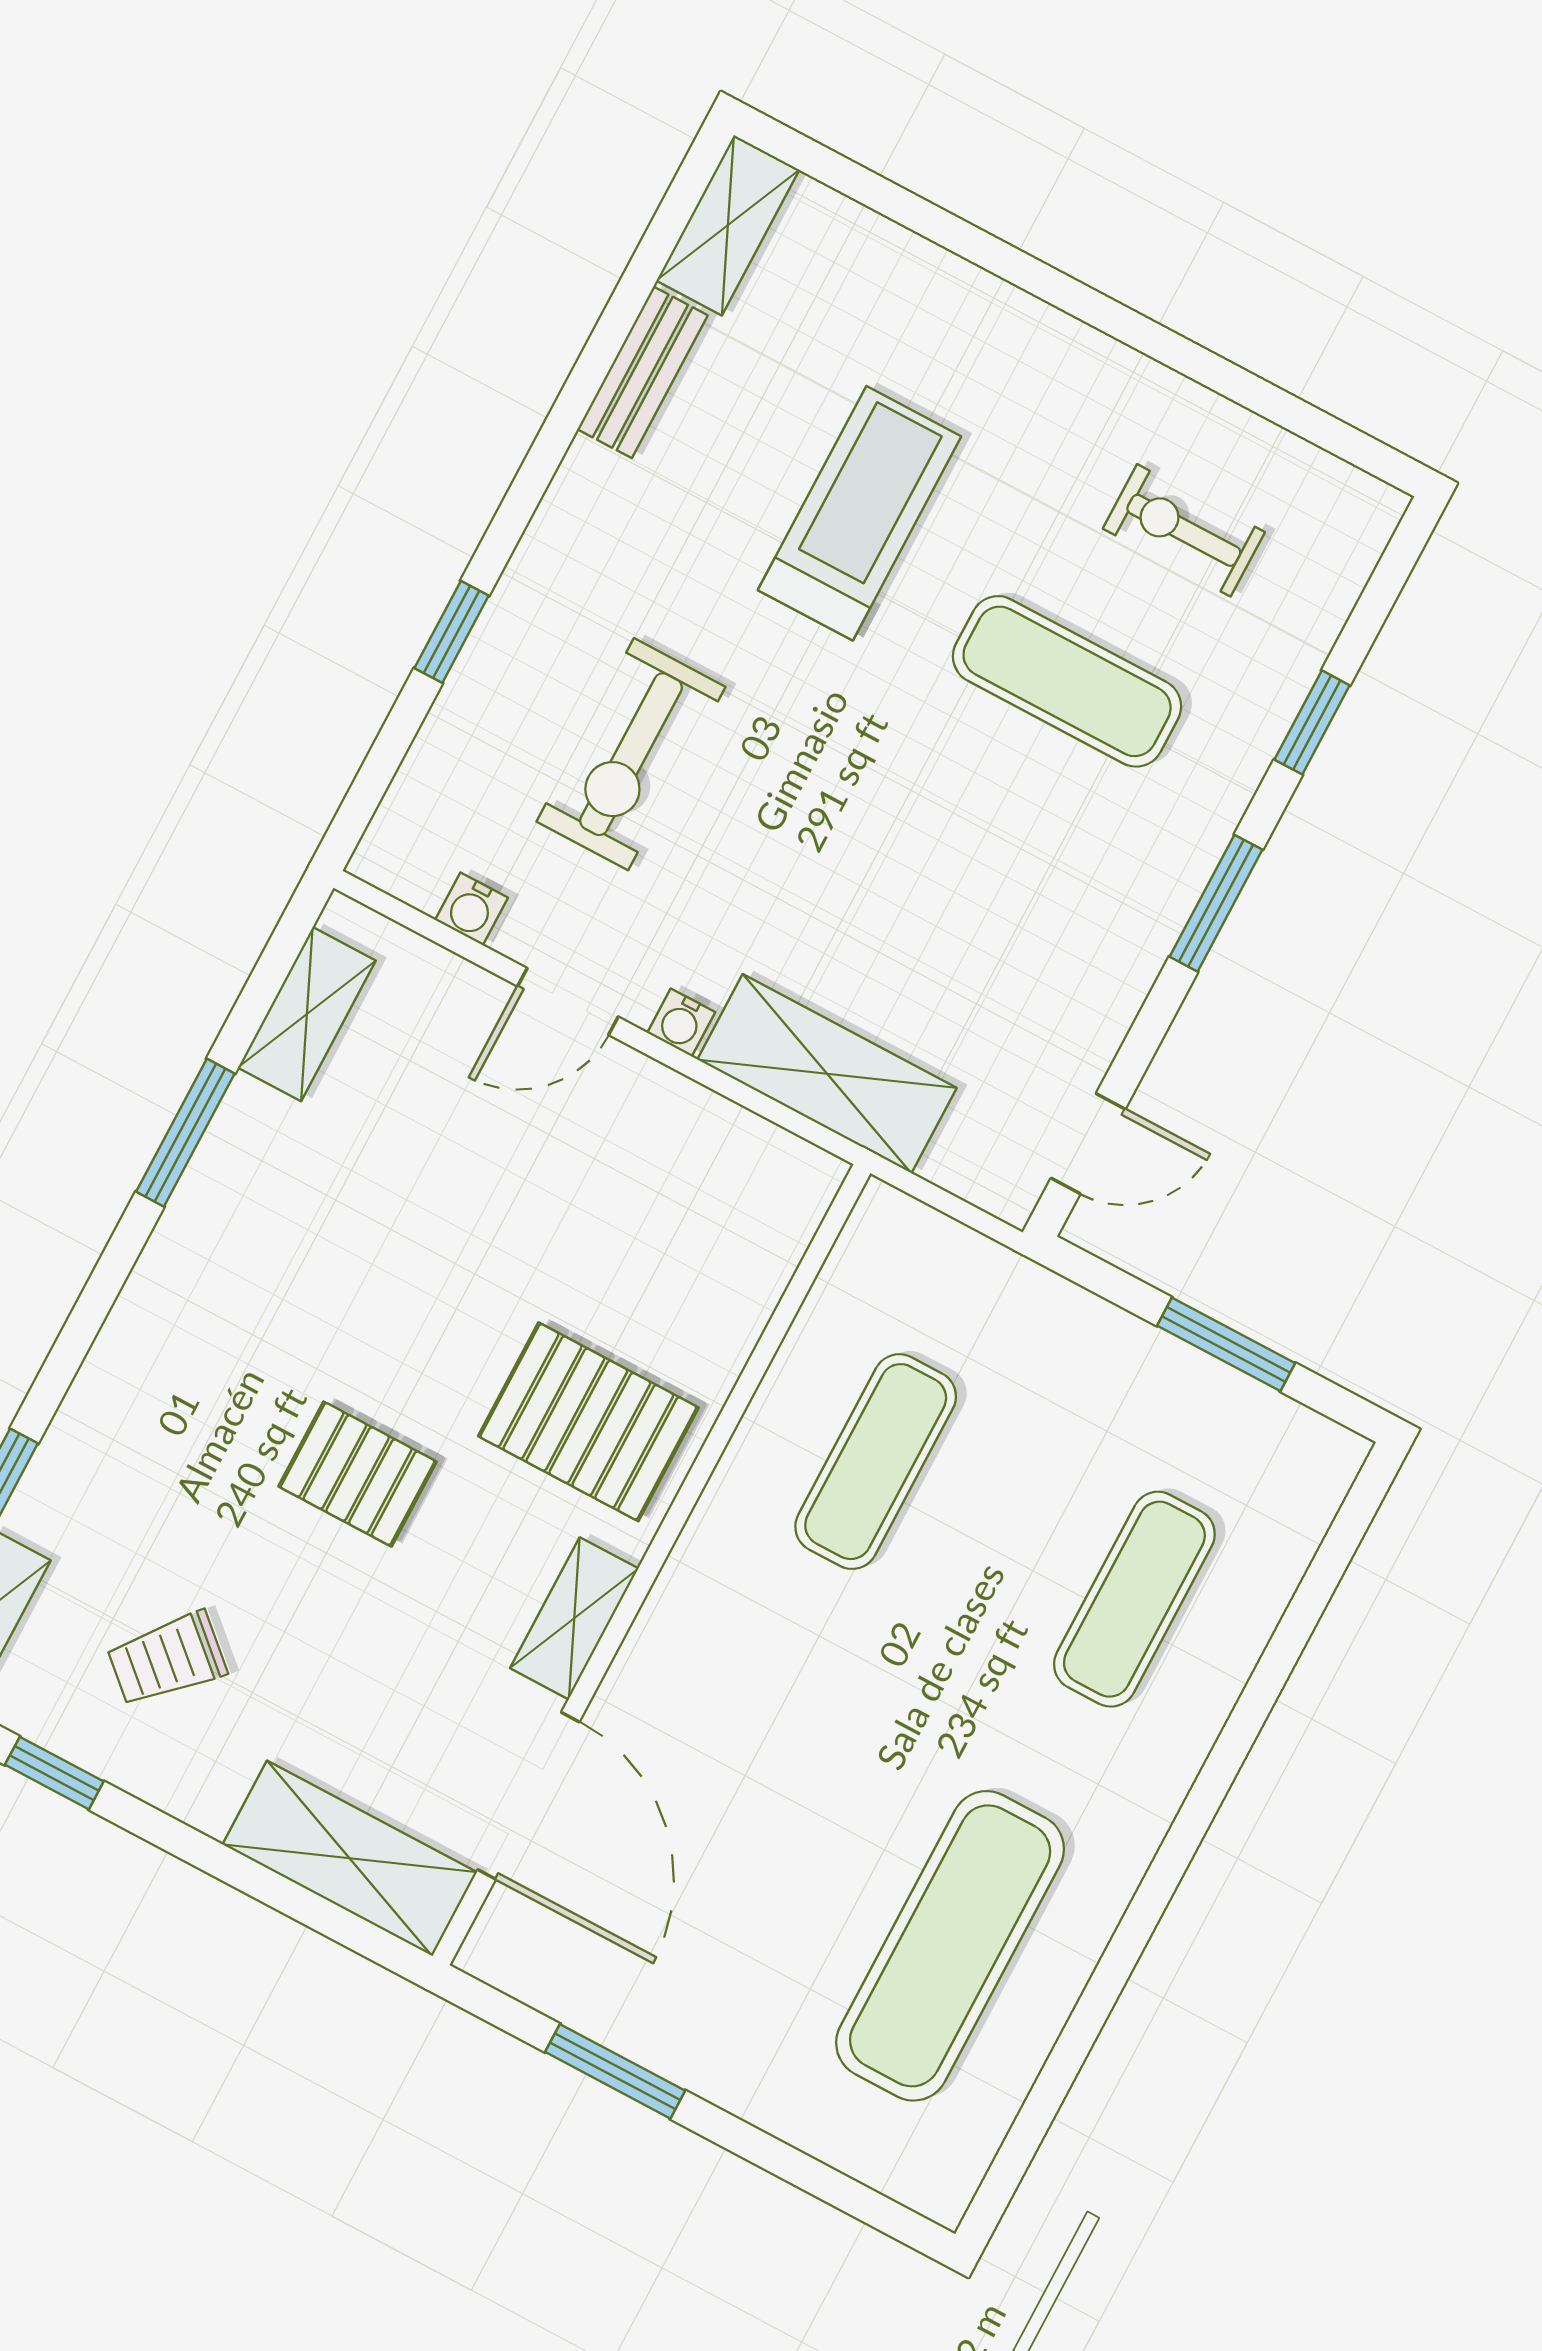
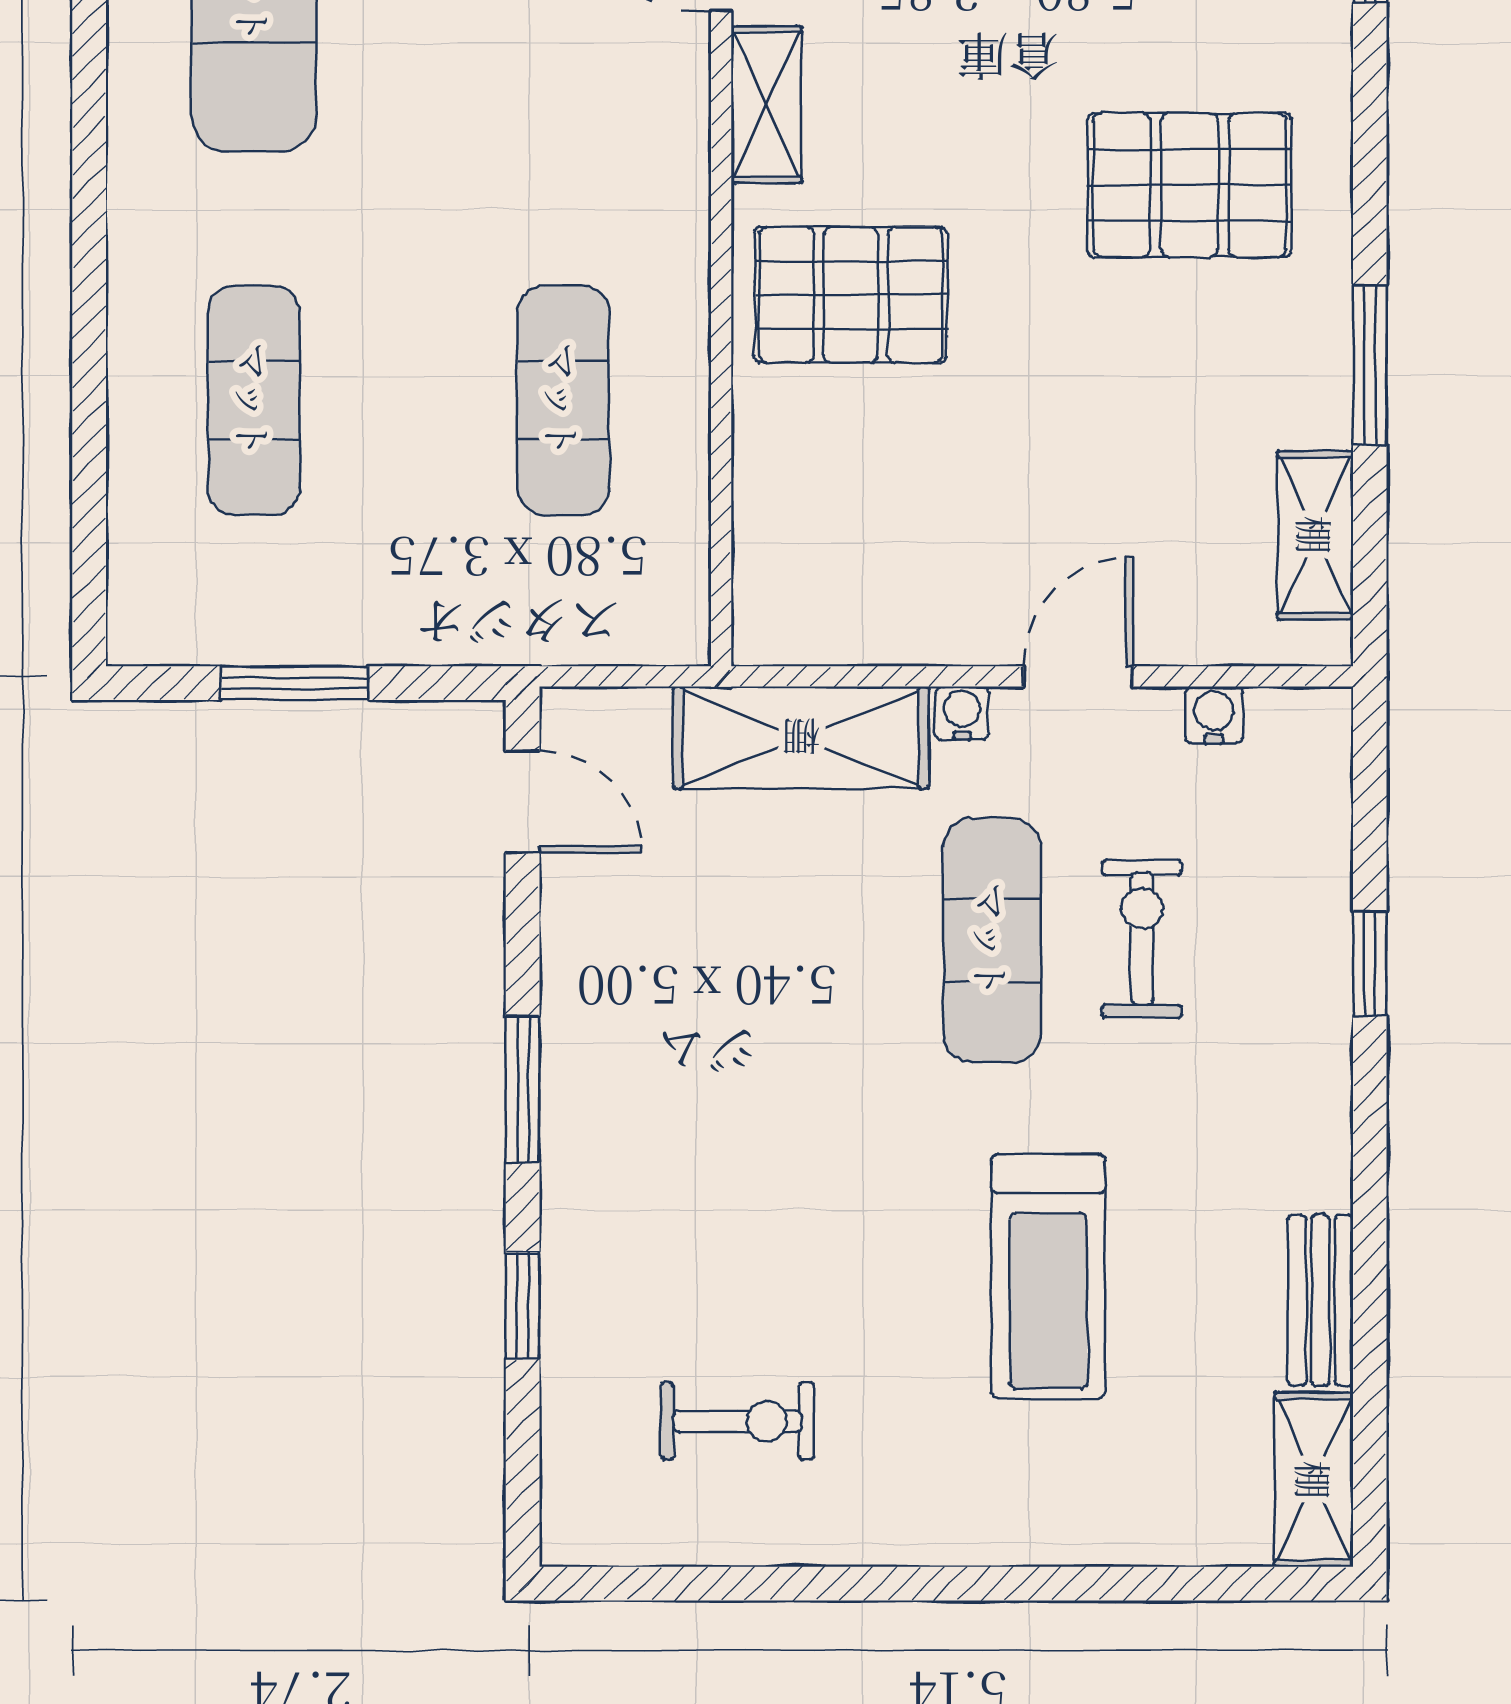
exercise mat: (1067, 681) -> (992, 940), moved, turned 90
exercise bike: (631, 754) -> (1142, 938), width x0.73, depth x0.72
door: (1088, 1144) -> (523, 802), swing flipped
pallet: (358, 1474) -> (1190, 185), moved, width x1.50, depth x1.42

